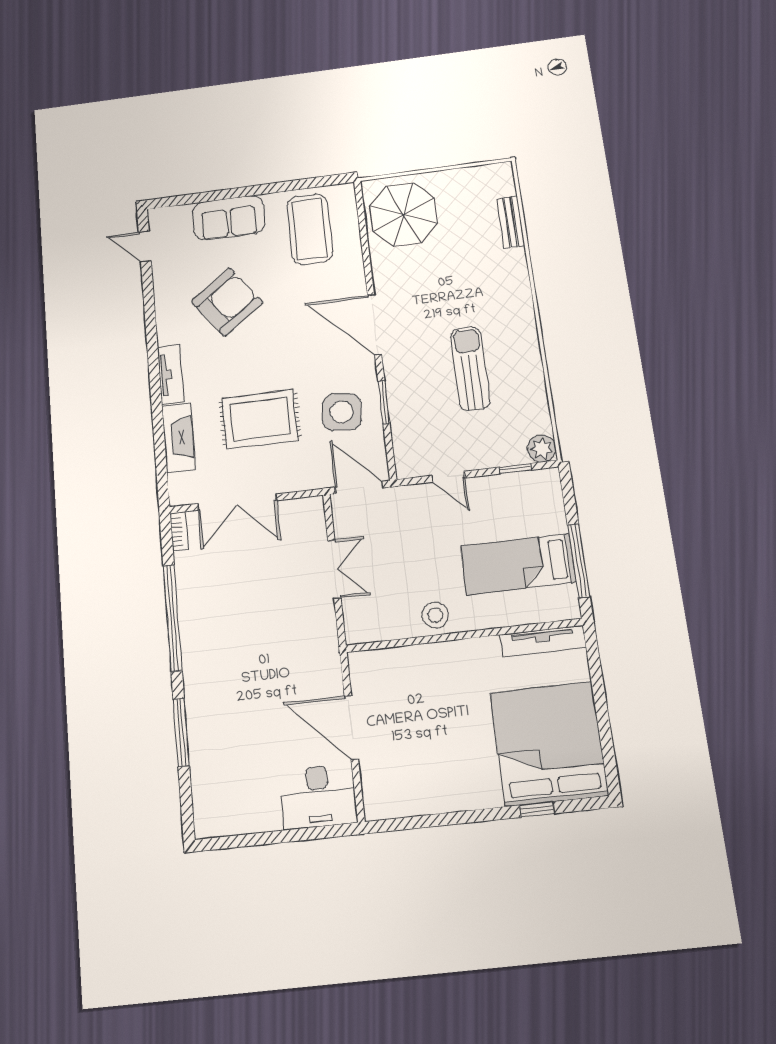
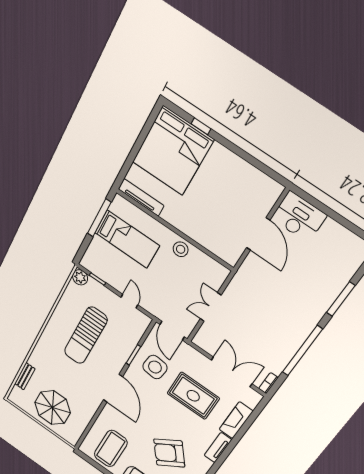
parasol: (404, 215) -> (53, 408), moved
sun lounger: (470, 368) -> (86, 335), width x1.36, depth x1.34

